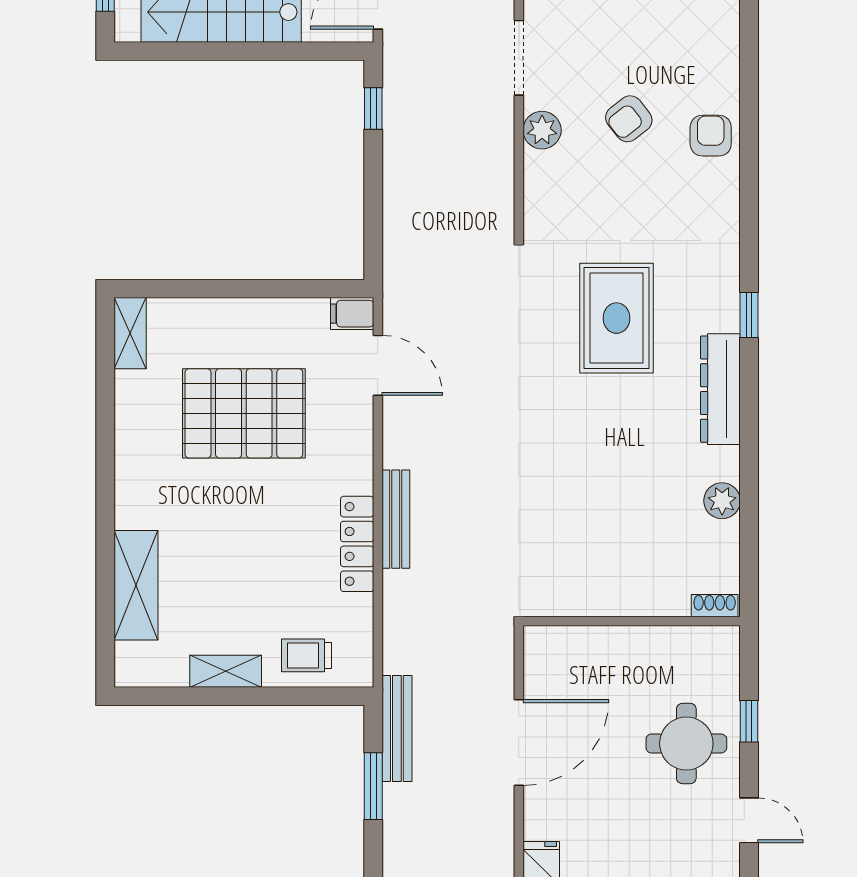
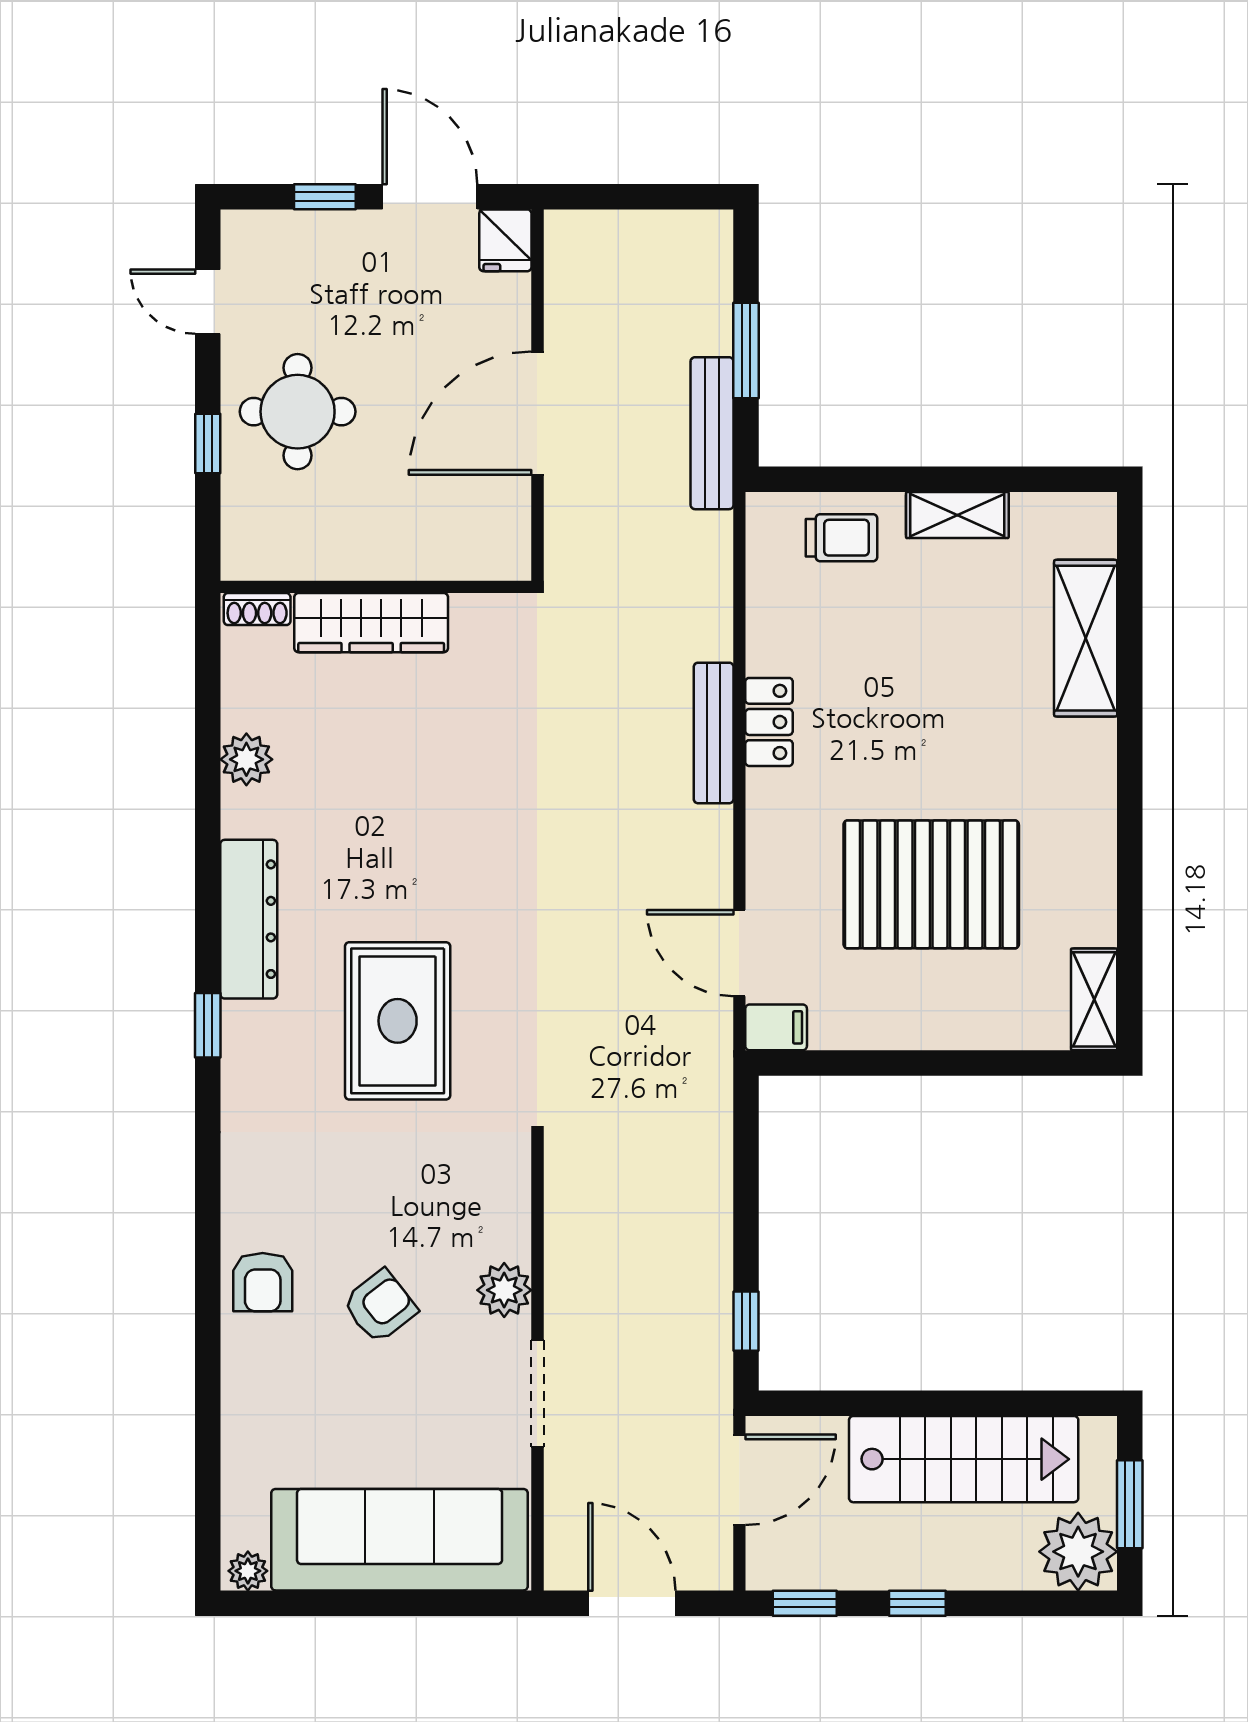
locker: (357, 544) -> (769, 722), width x0.66
wardrobe: (635, 596) -> (371, 623), added

